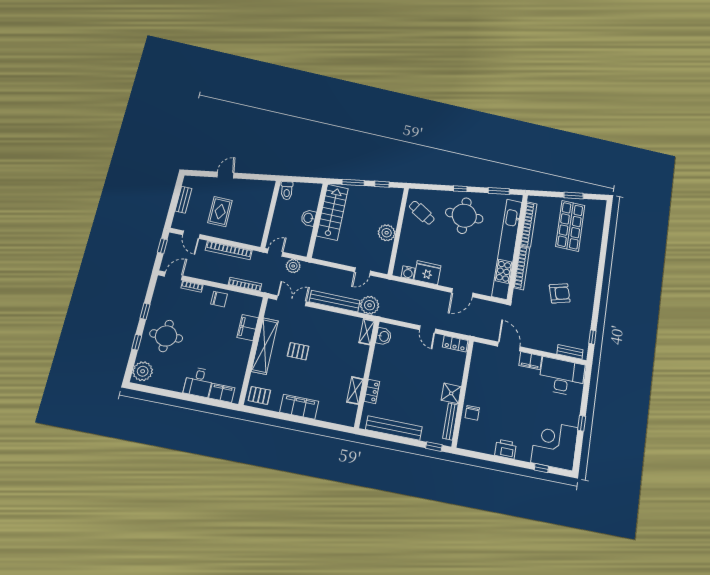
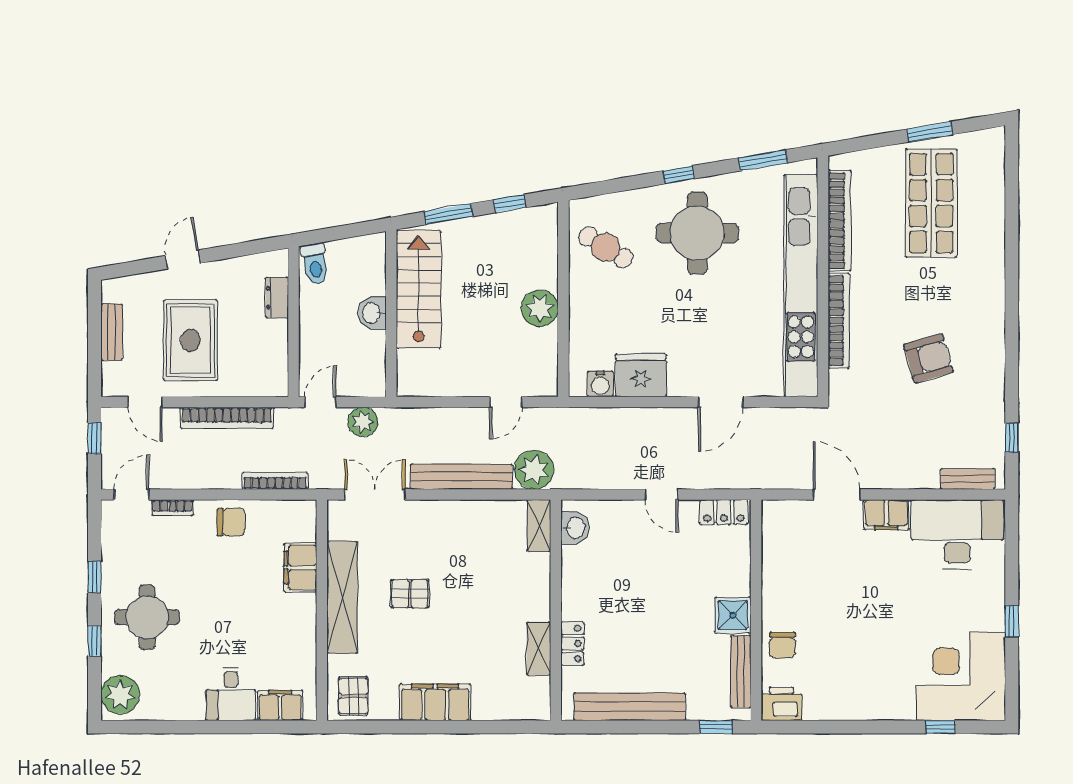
dresser: (266, 201) -> (277, 298), added
rug: (220, 212) -> (190, 340), width x1.36, depth x1.43
pallet: (259, 395) -> (353, 696), turned 90
printer: (505, 449) -> (781, 704), moved

